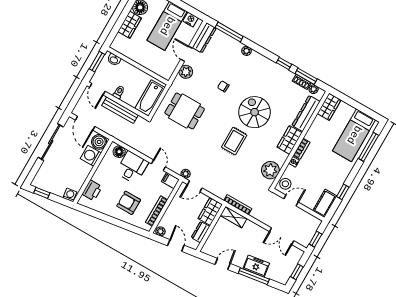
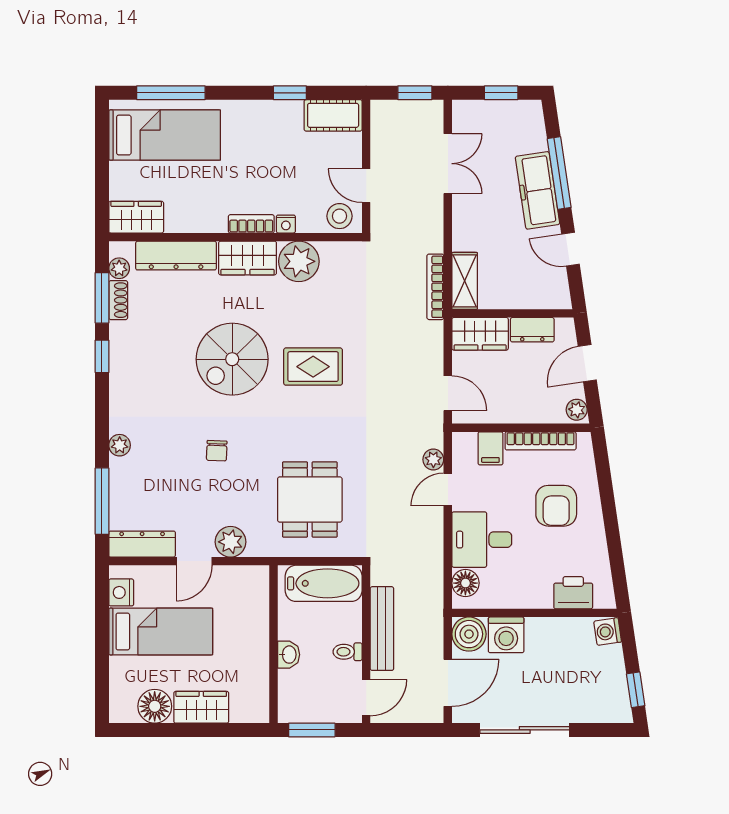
washbasin: (114, 60) -> (289, 655), moved
plant: (270, 170) -> (299, 261), moved
plant: (186, 174) -> (433, 460), moved
filing cabinet: (170, 181) -> (490, 448), moved
freezer: (256, 266) -> (538, 190), width x1.40

